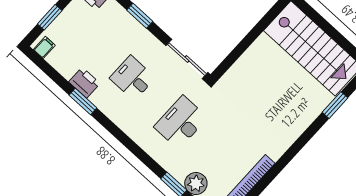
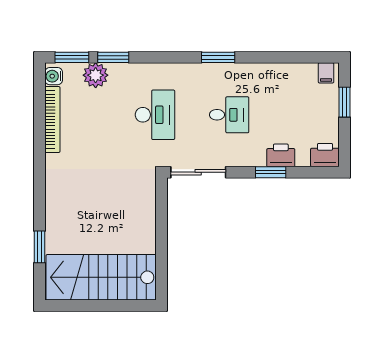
printer: (84, 83) -> (281, 155), moved, turned 180
window: (83, 101) -> (218, 57), moved

